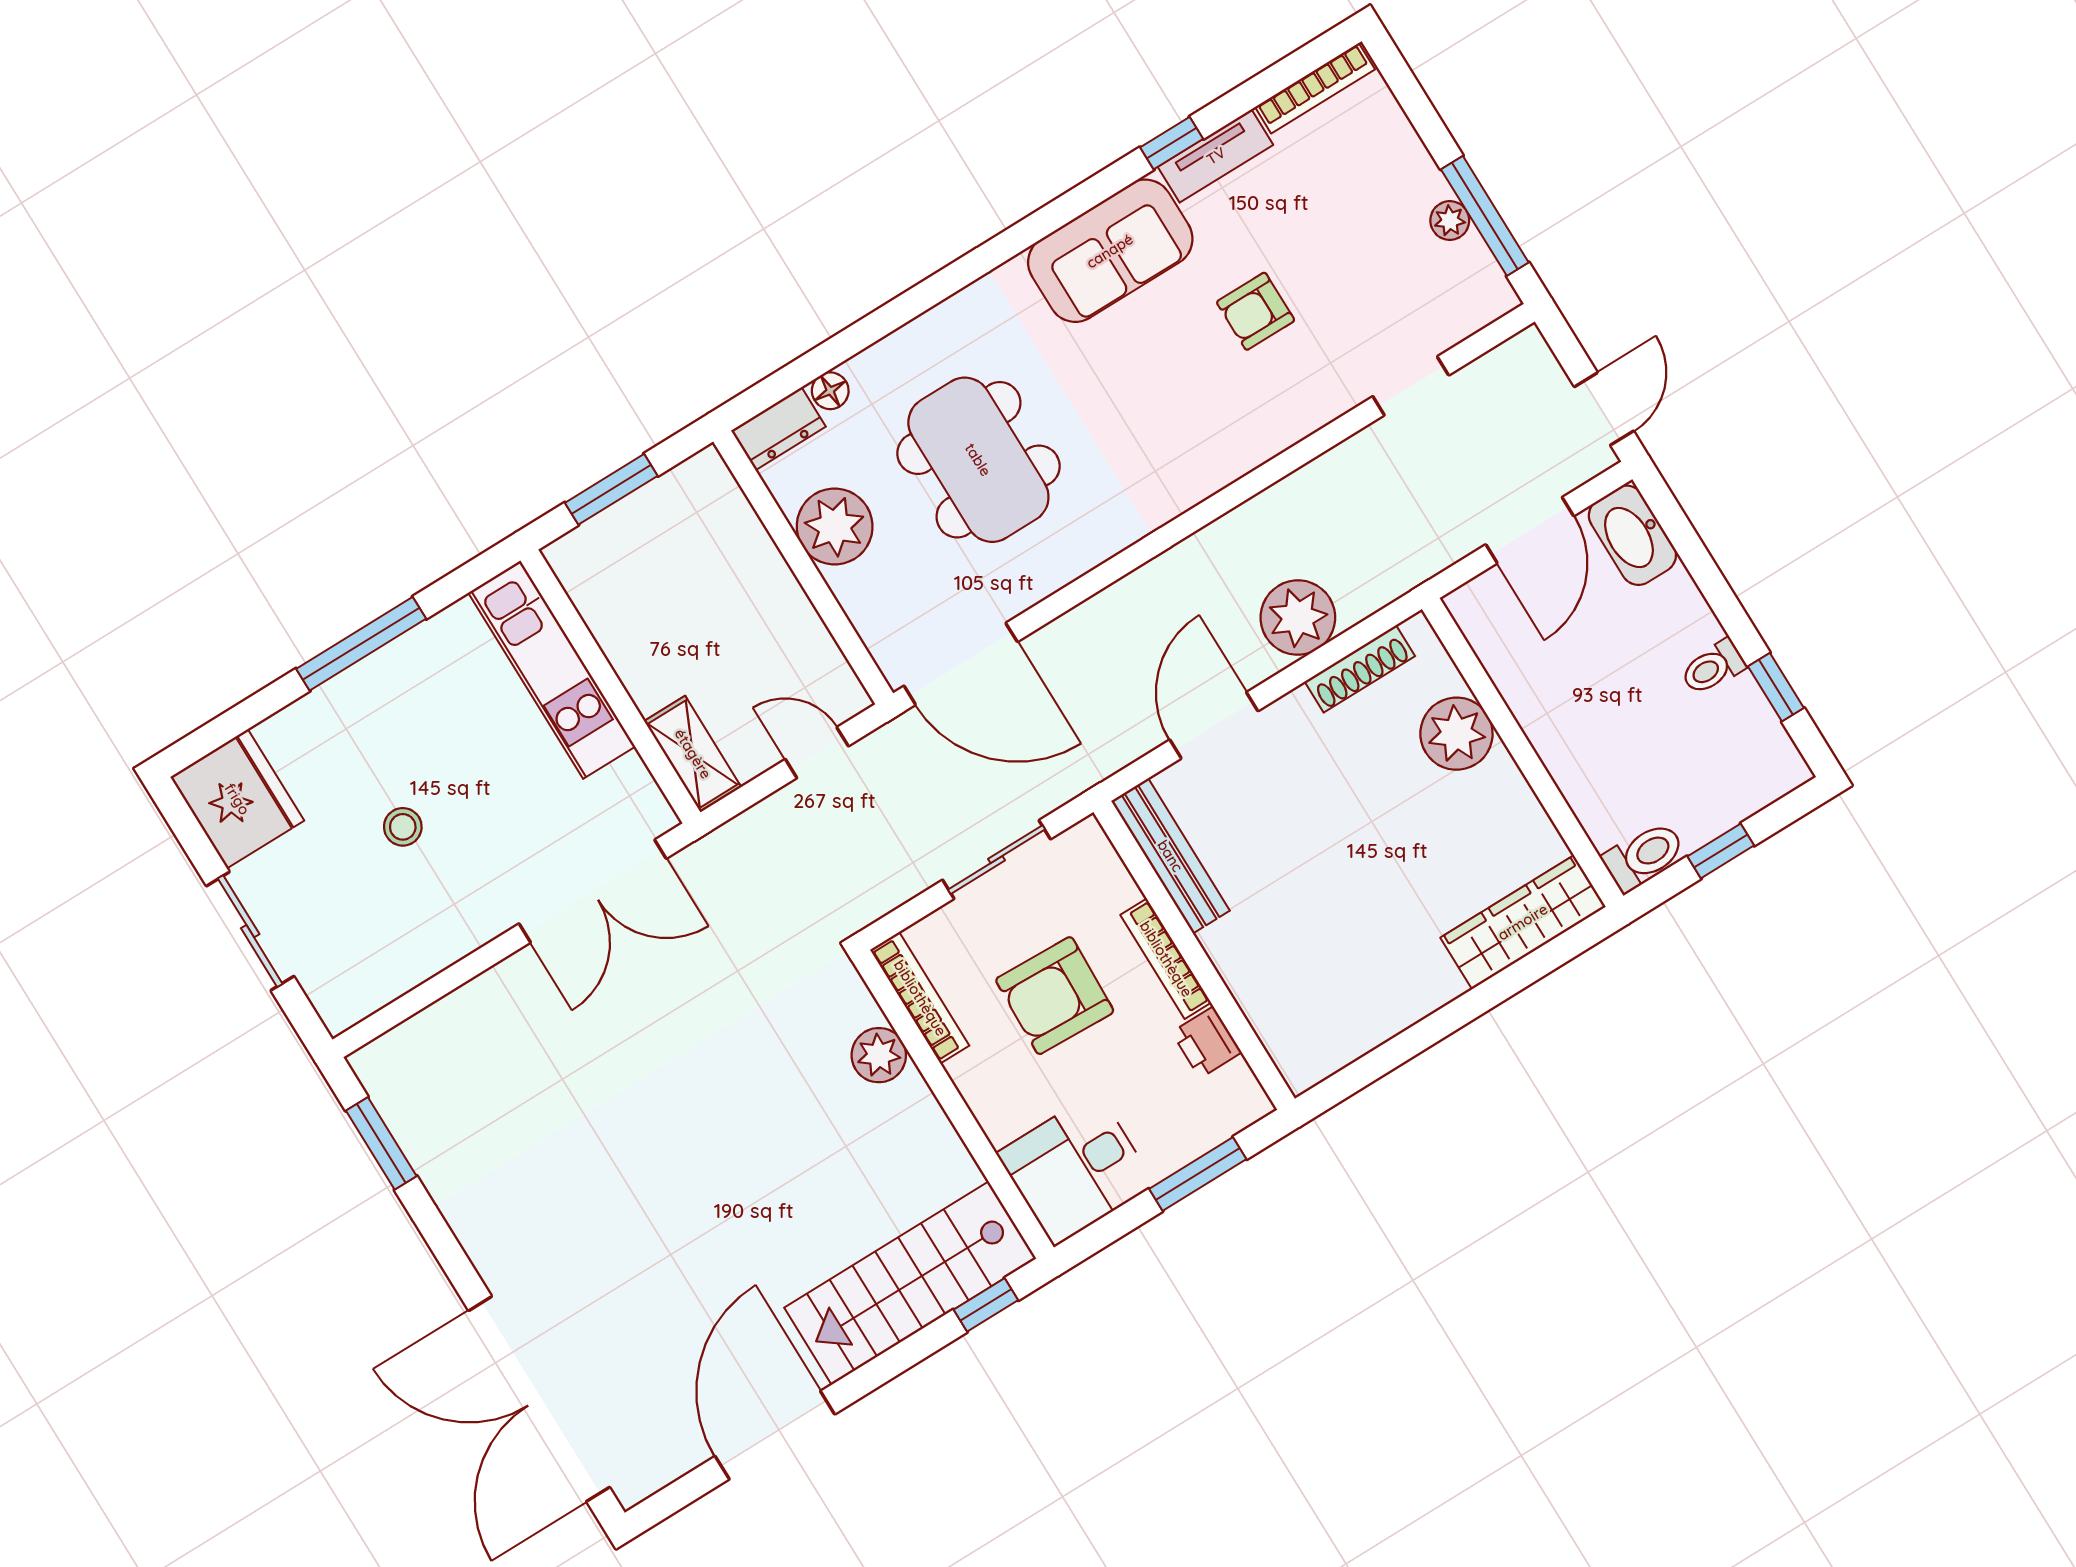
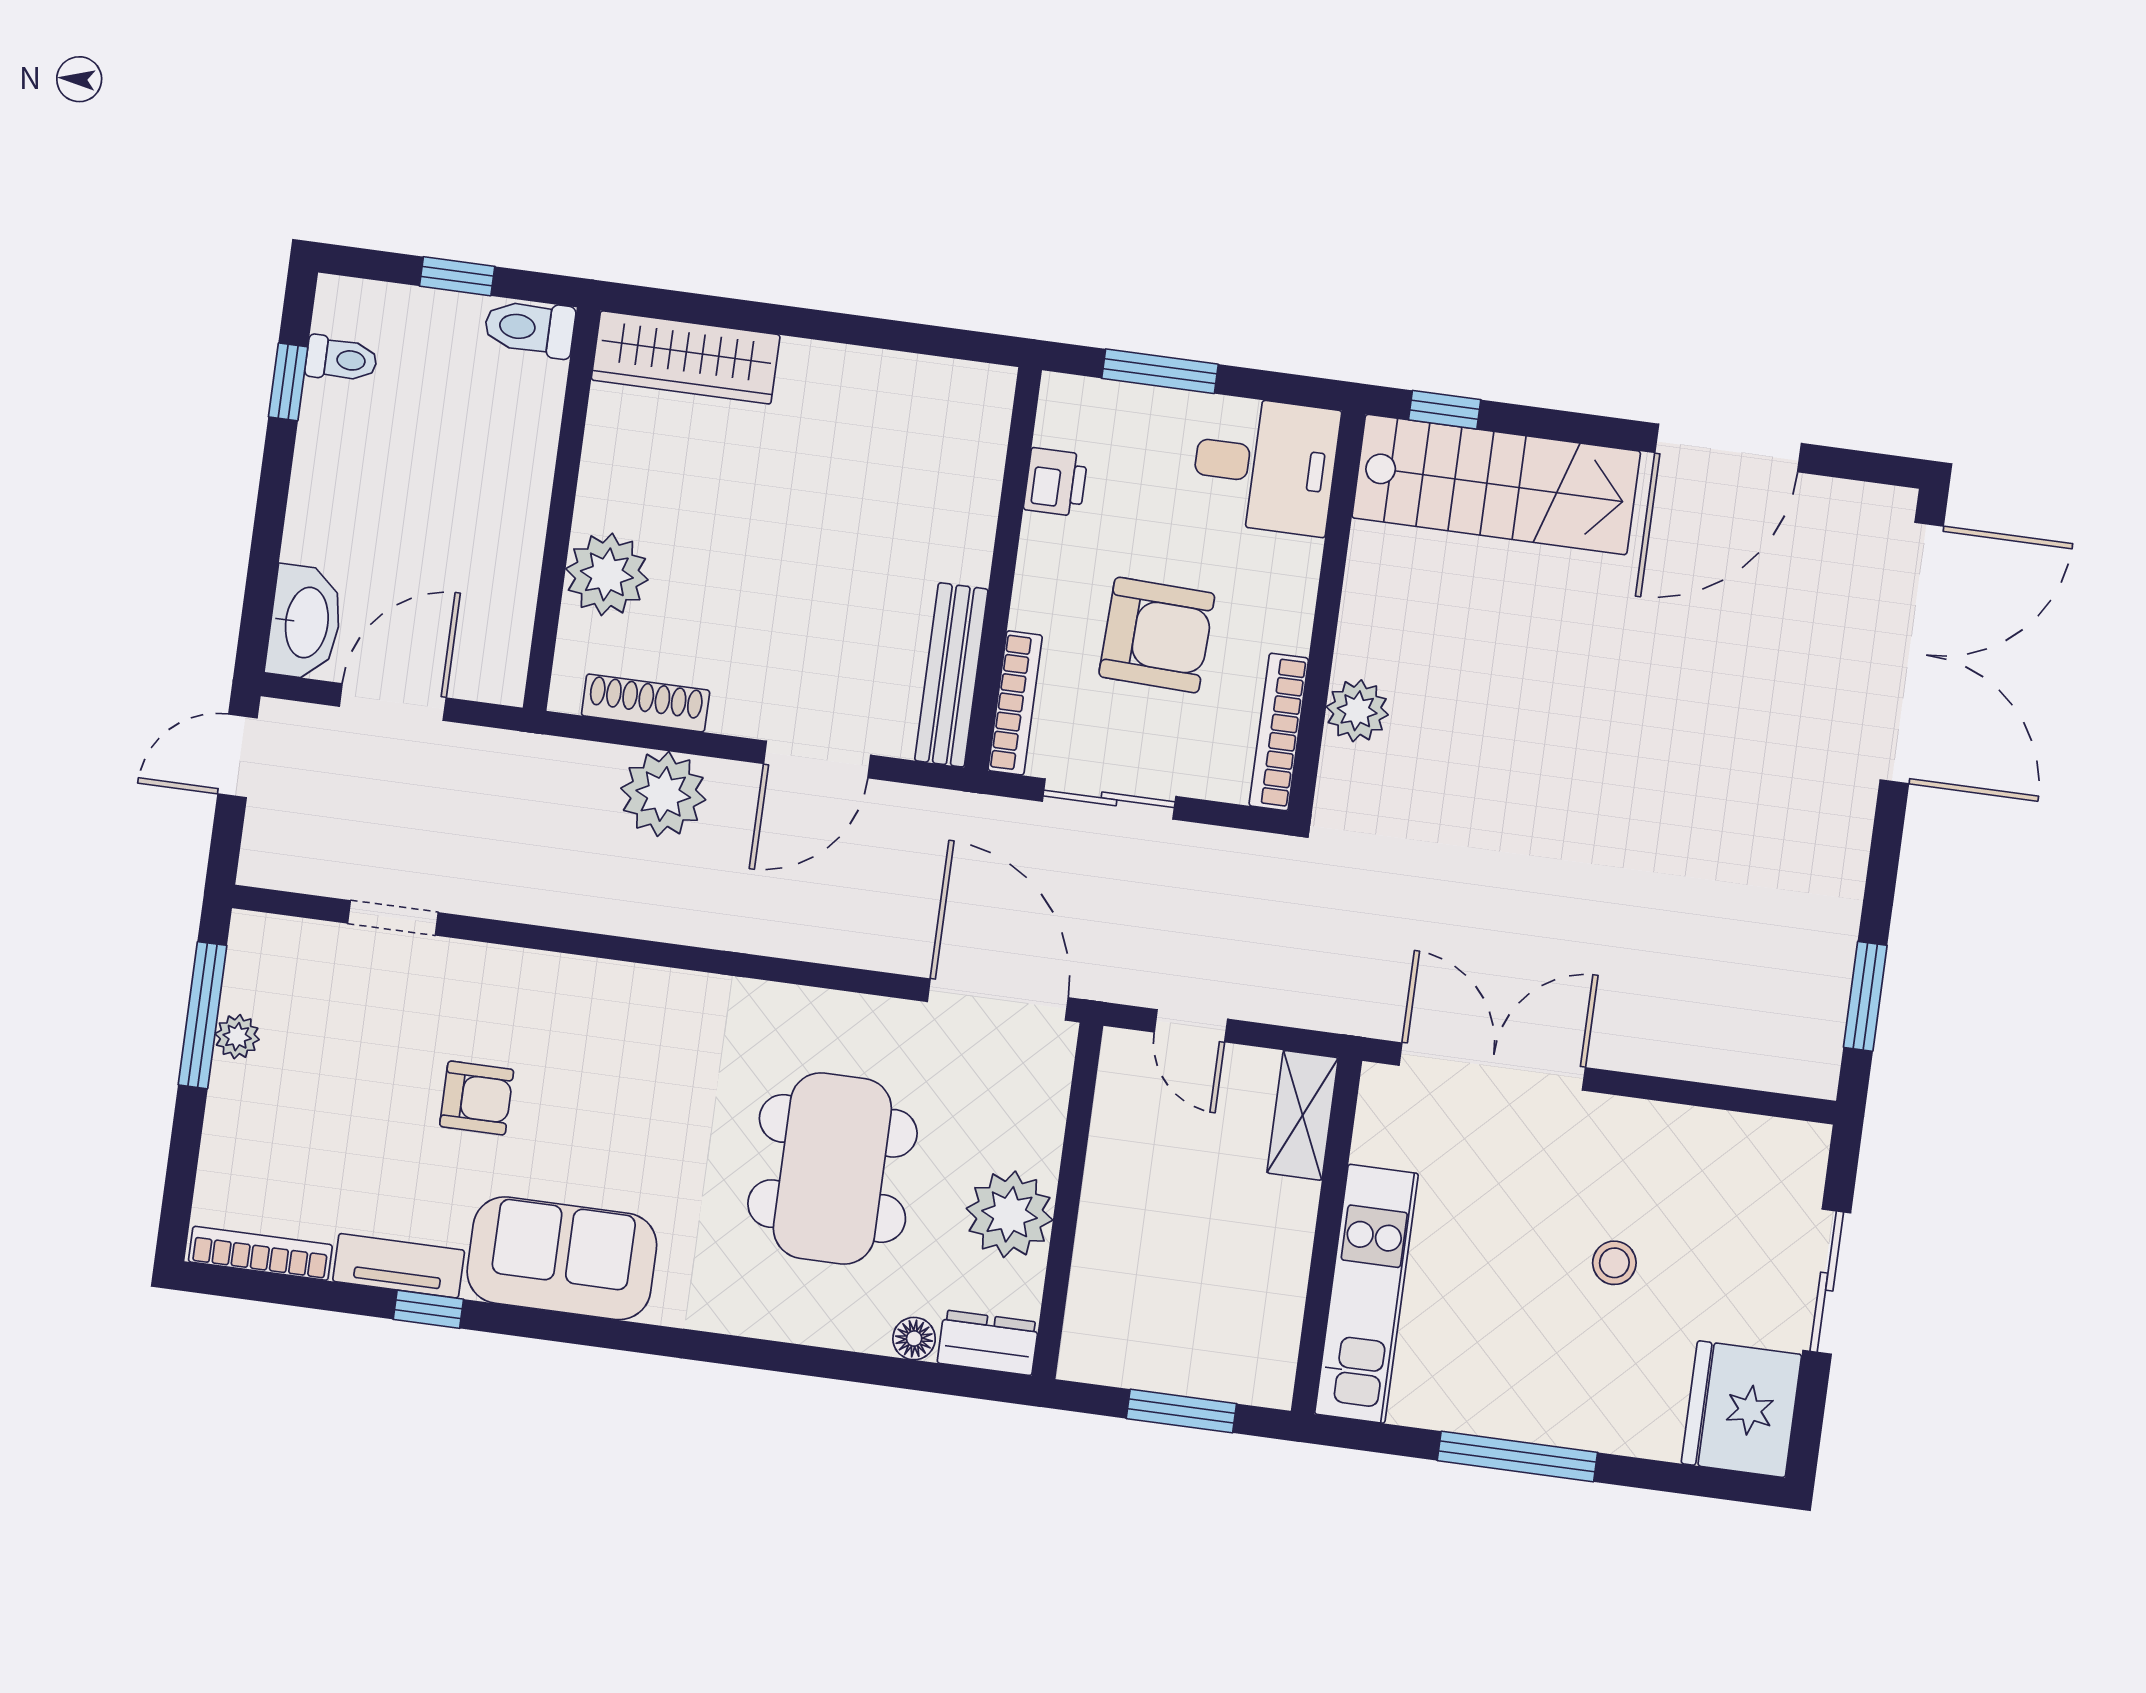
toilet: (1713, 667) -> (341, 359), moved
bookcase: (1166, 959) -> (1015, 703), moved

